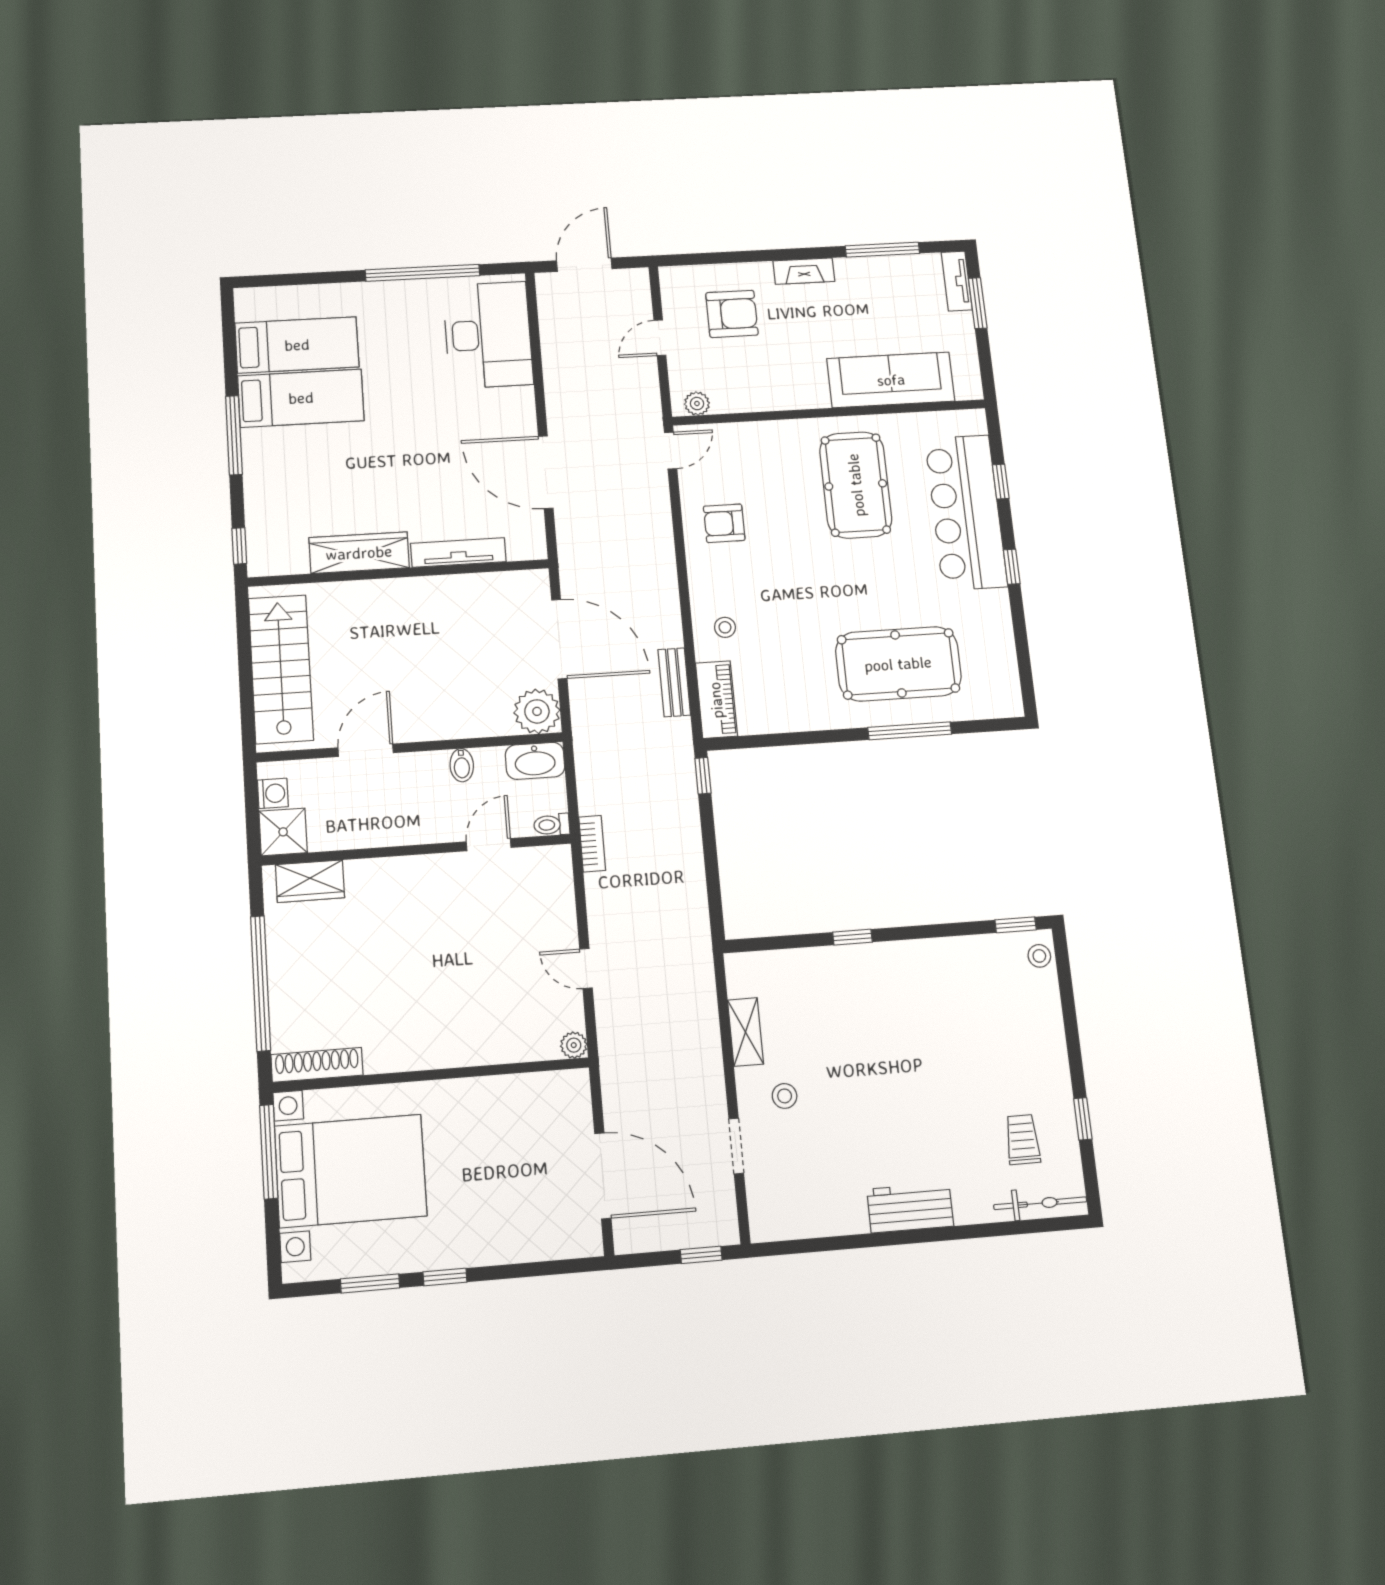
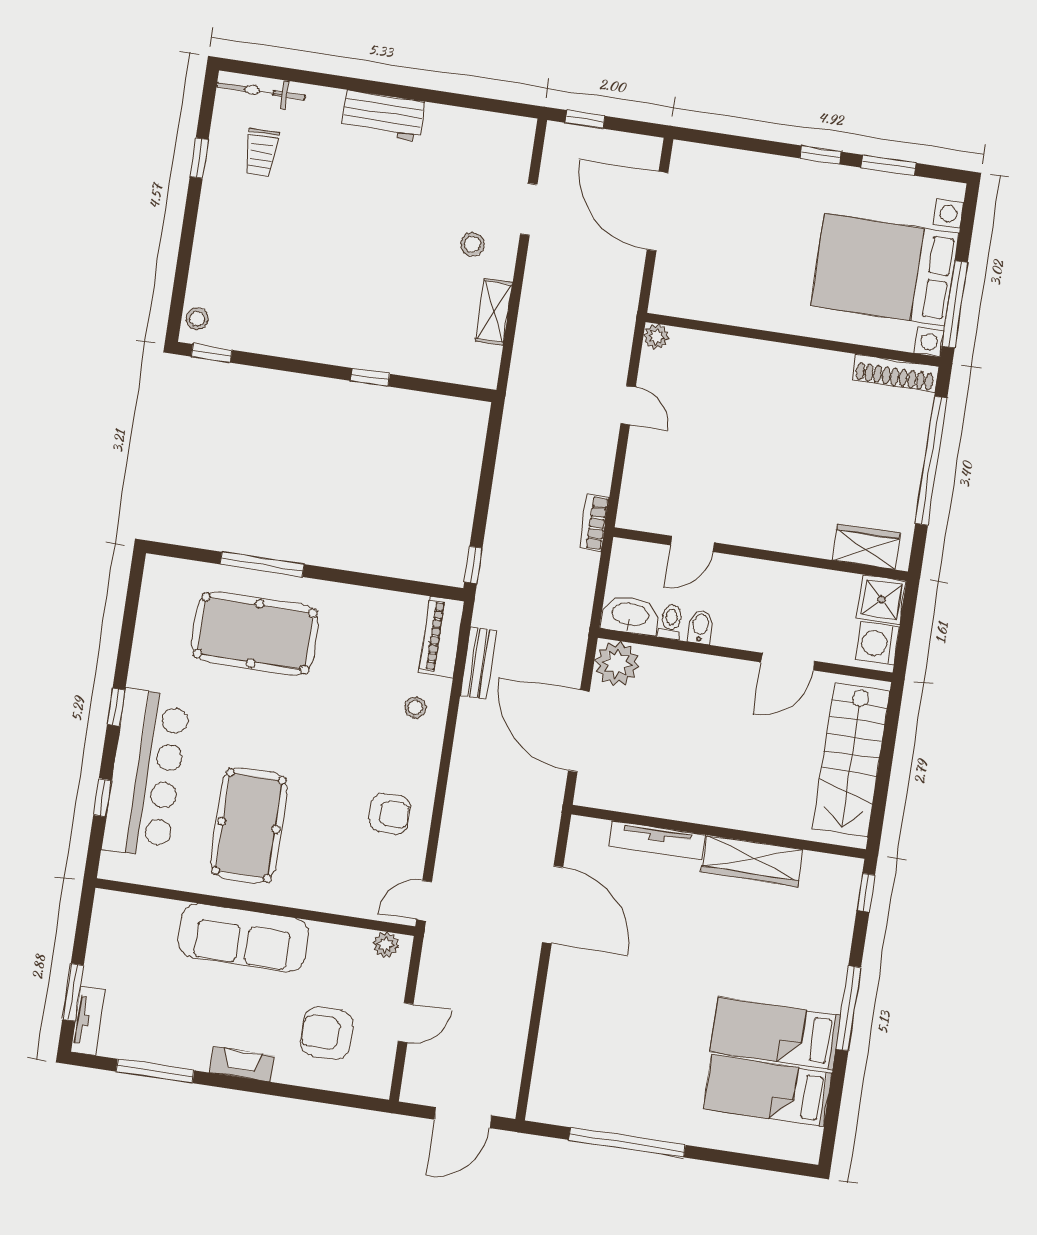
desk: (488, 335) -> (577, 1062), removed
sofa: (891, 380) -> (243, 937), moved
washing machine: (273, 793) -> (877, 643), width x1.38, depth x1.38
toilet: (552, 825) -> (671, 622), moved, turned -90

